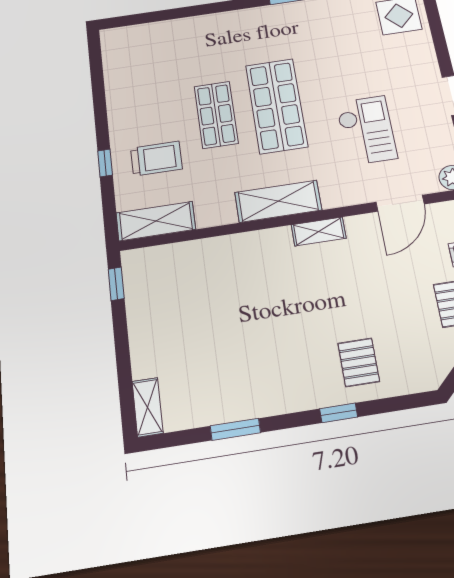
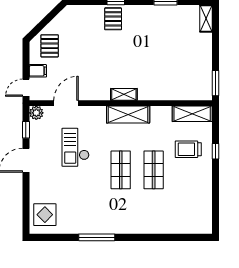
shop shelf: (276, 106) -> (121, 170), width x0.70, depth x0.74
shelving: (319, 232) -> (124, 94), moved
window: (116, 284) -> (215, 83), width x1.50
pallet: (359, 362) -> (113, 19), moved

